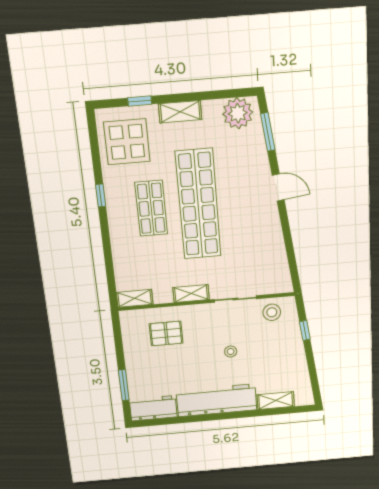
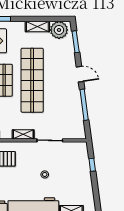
shelving: (180, 112) -> (37, 27), moved
window: (288, 238) -> (84, 105), added
stool: (272, 312) -> (72, 151), removed

